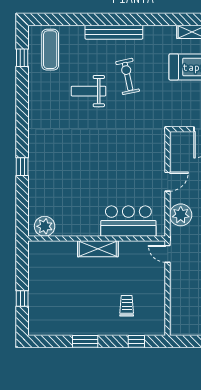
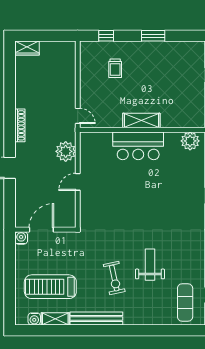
bench: (114, 32) -> (96, 318), moved
weight bench: (88, 91) -> (150, 265), turned -90
bar counter: (128, 221) -> (138, 146), moved

